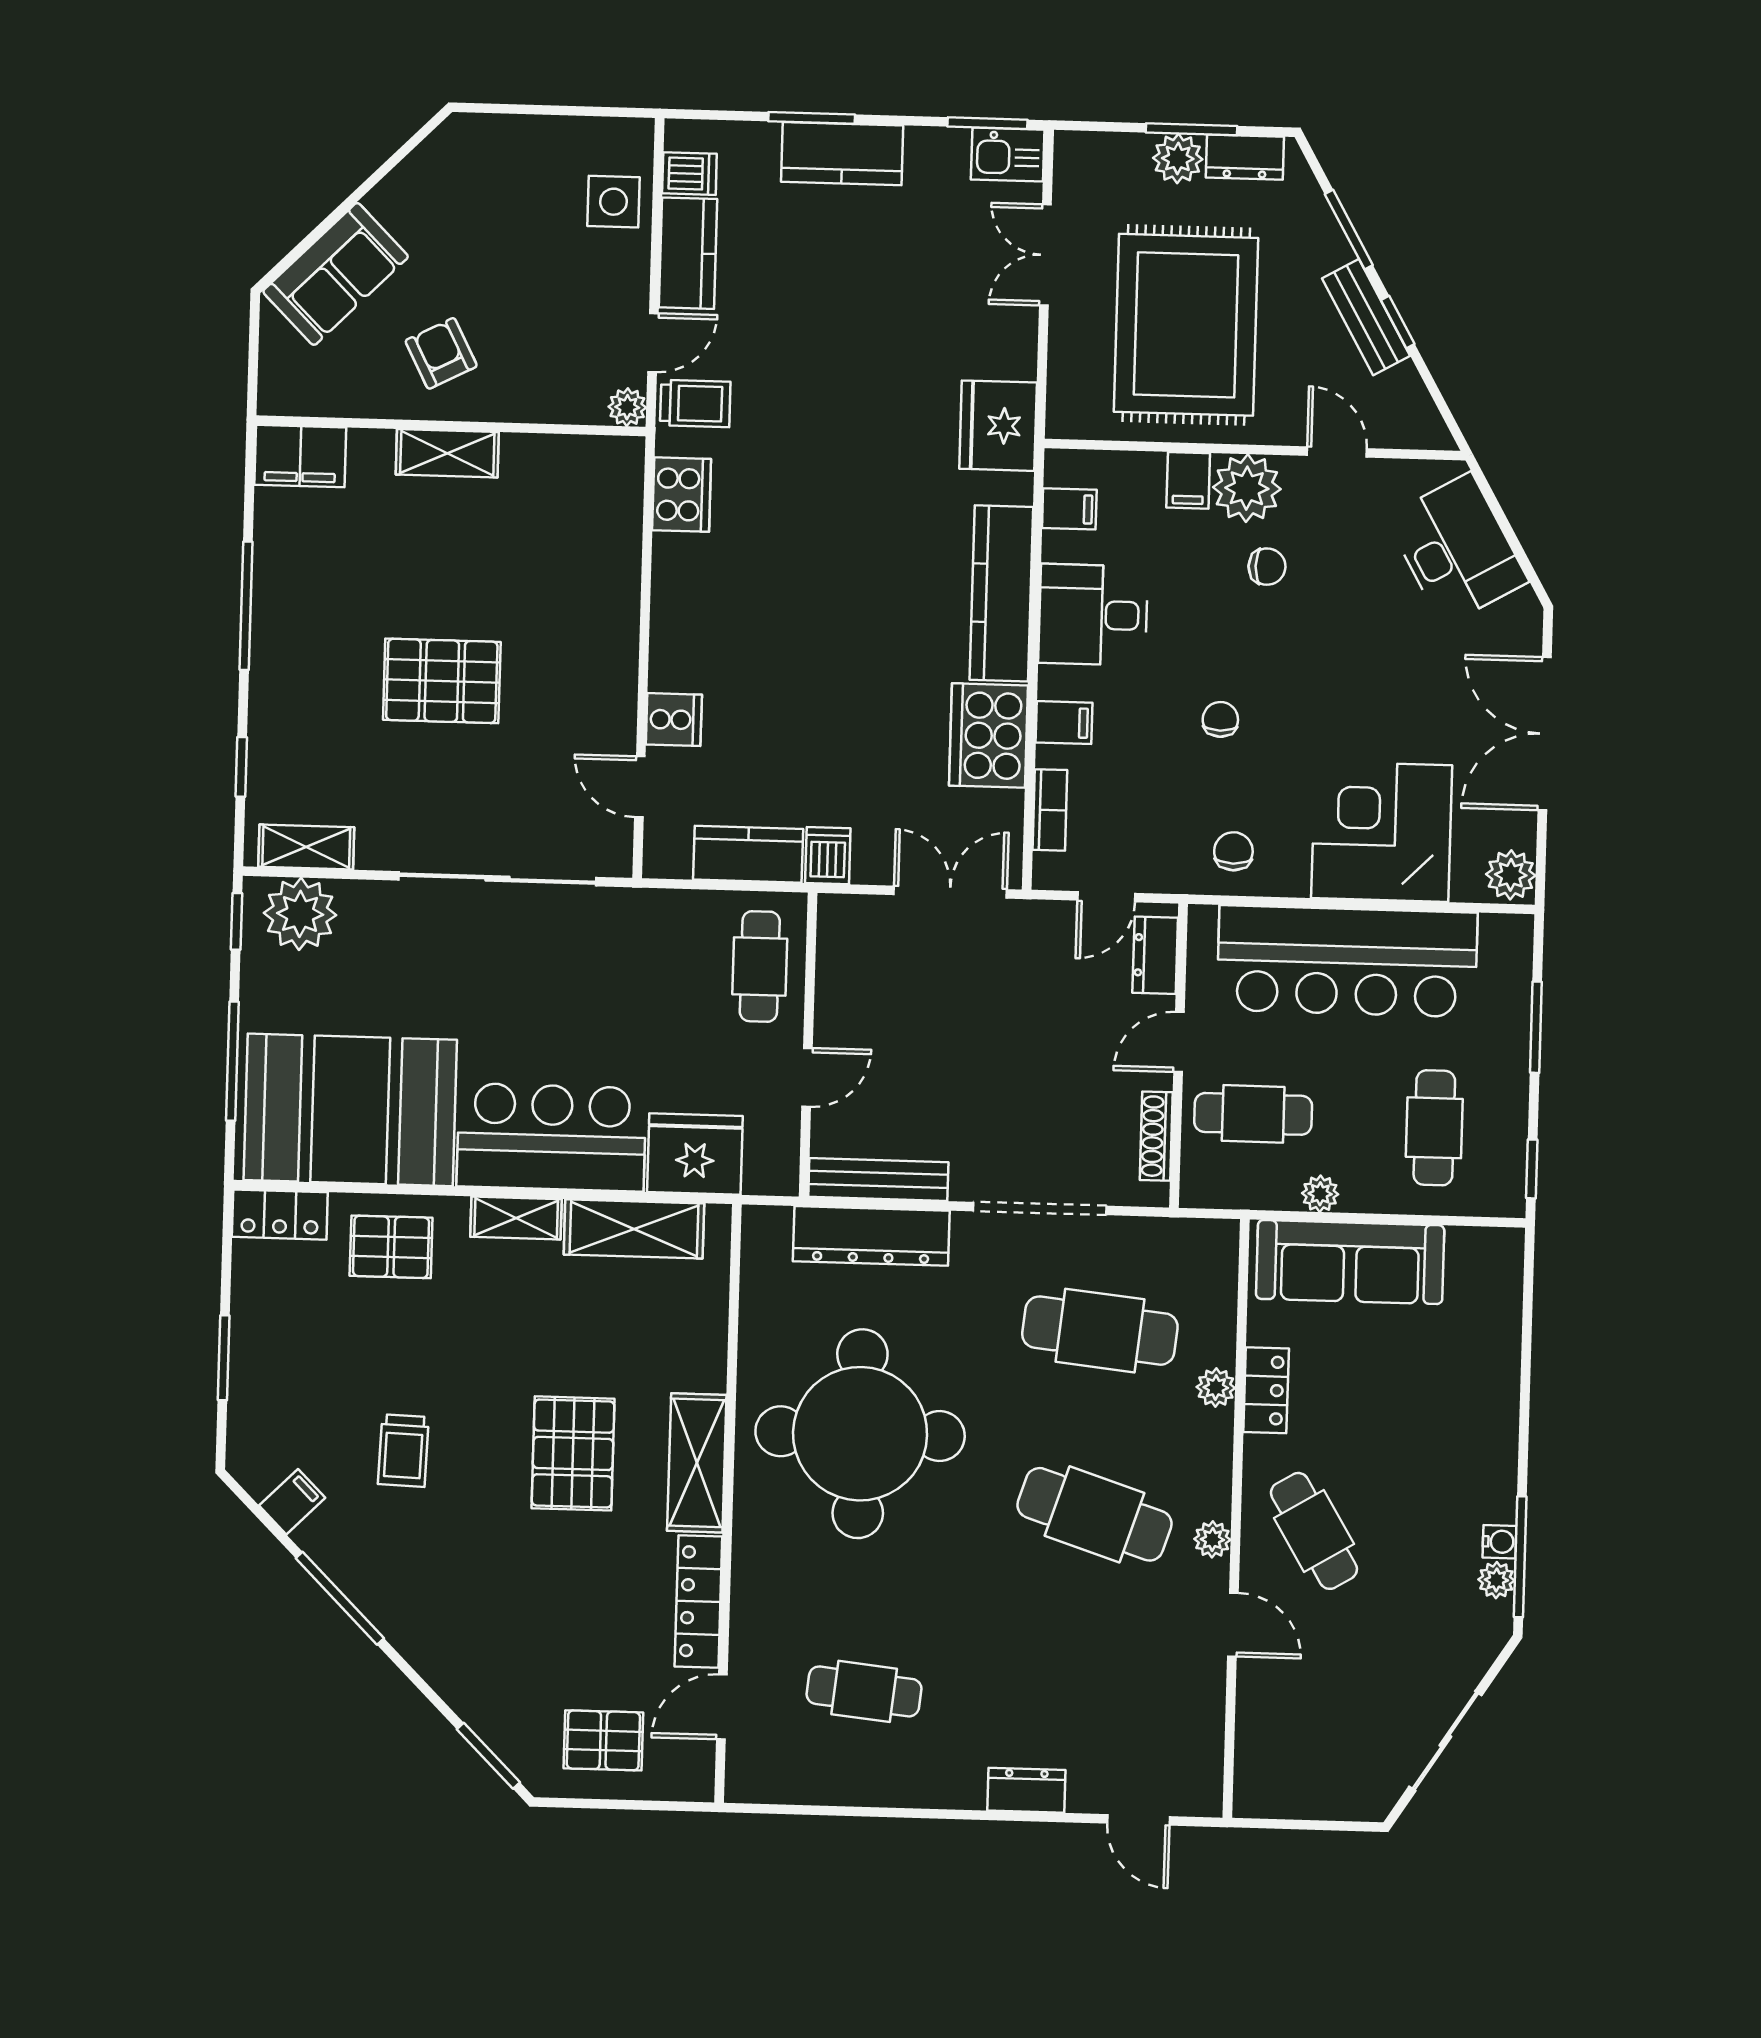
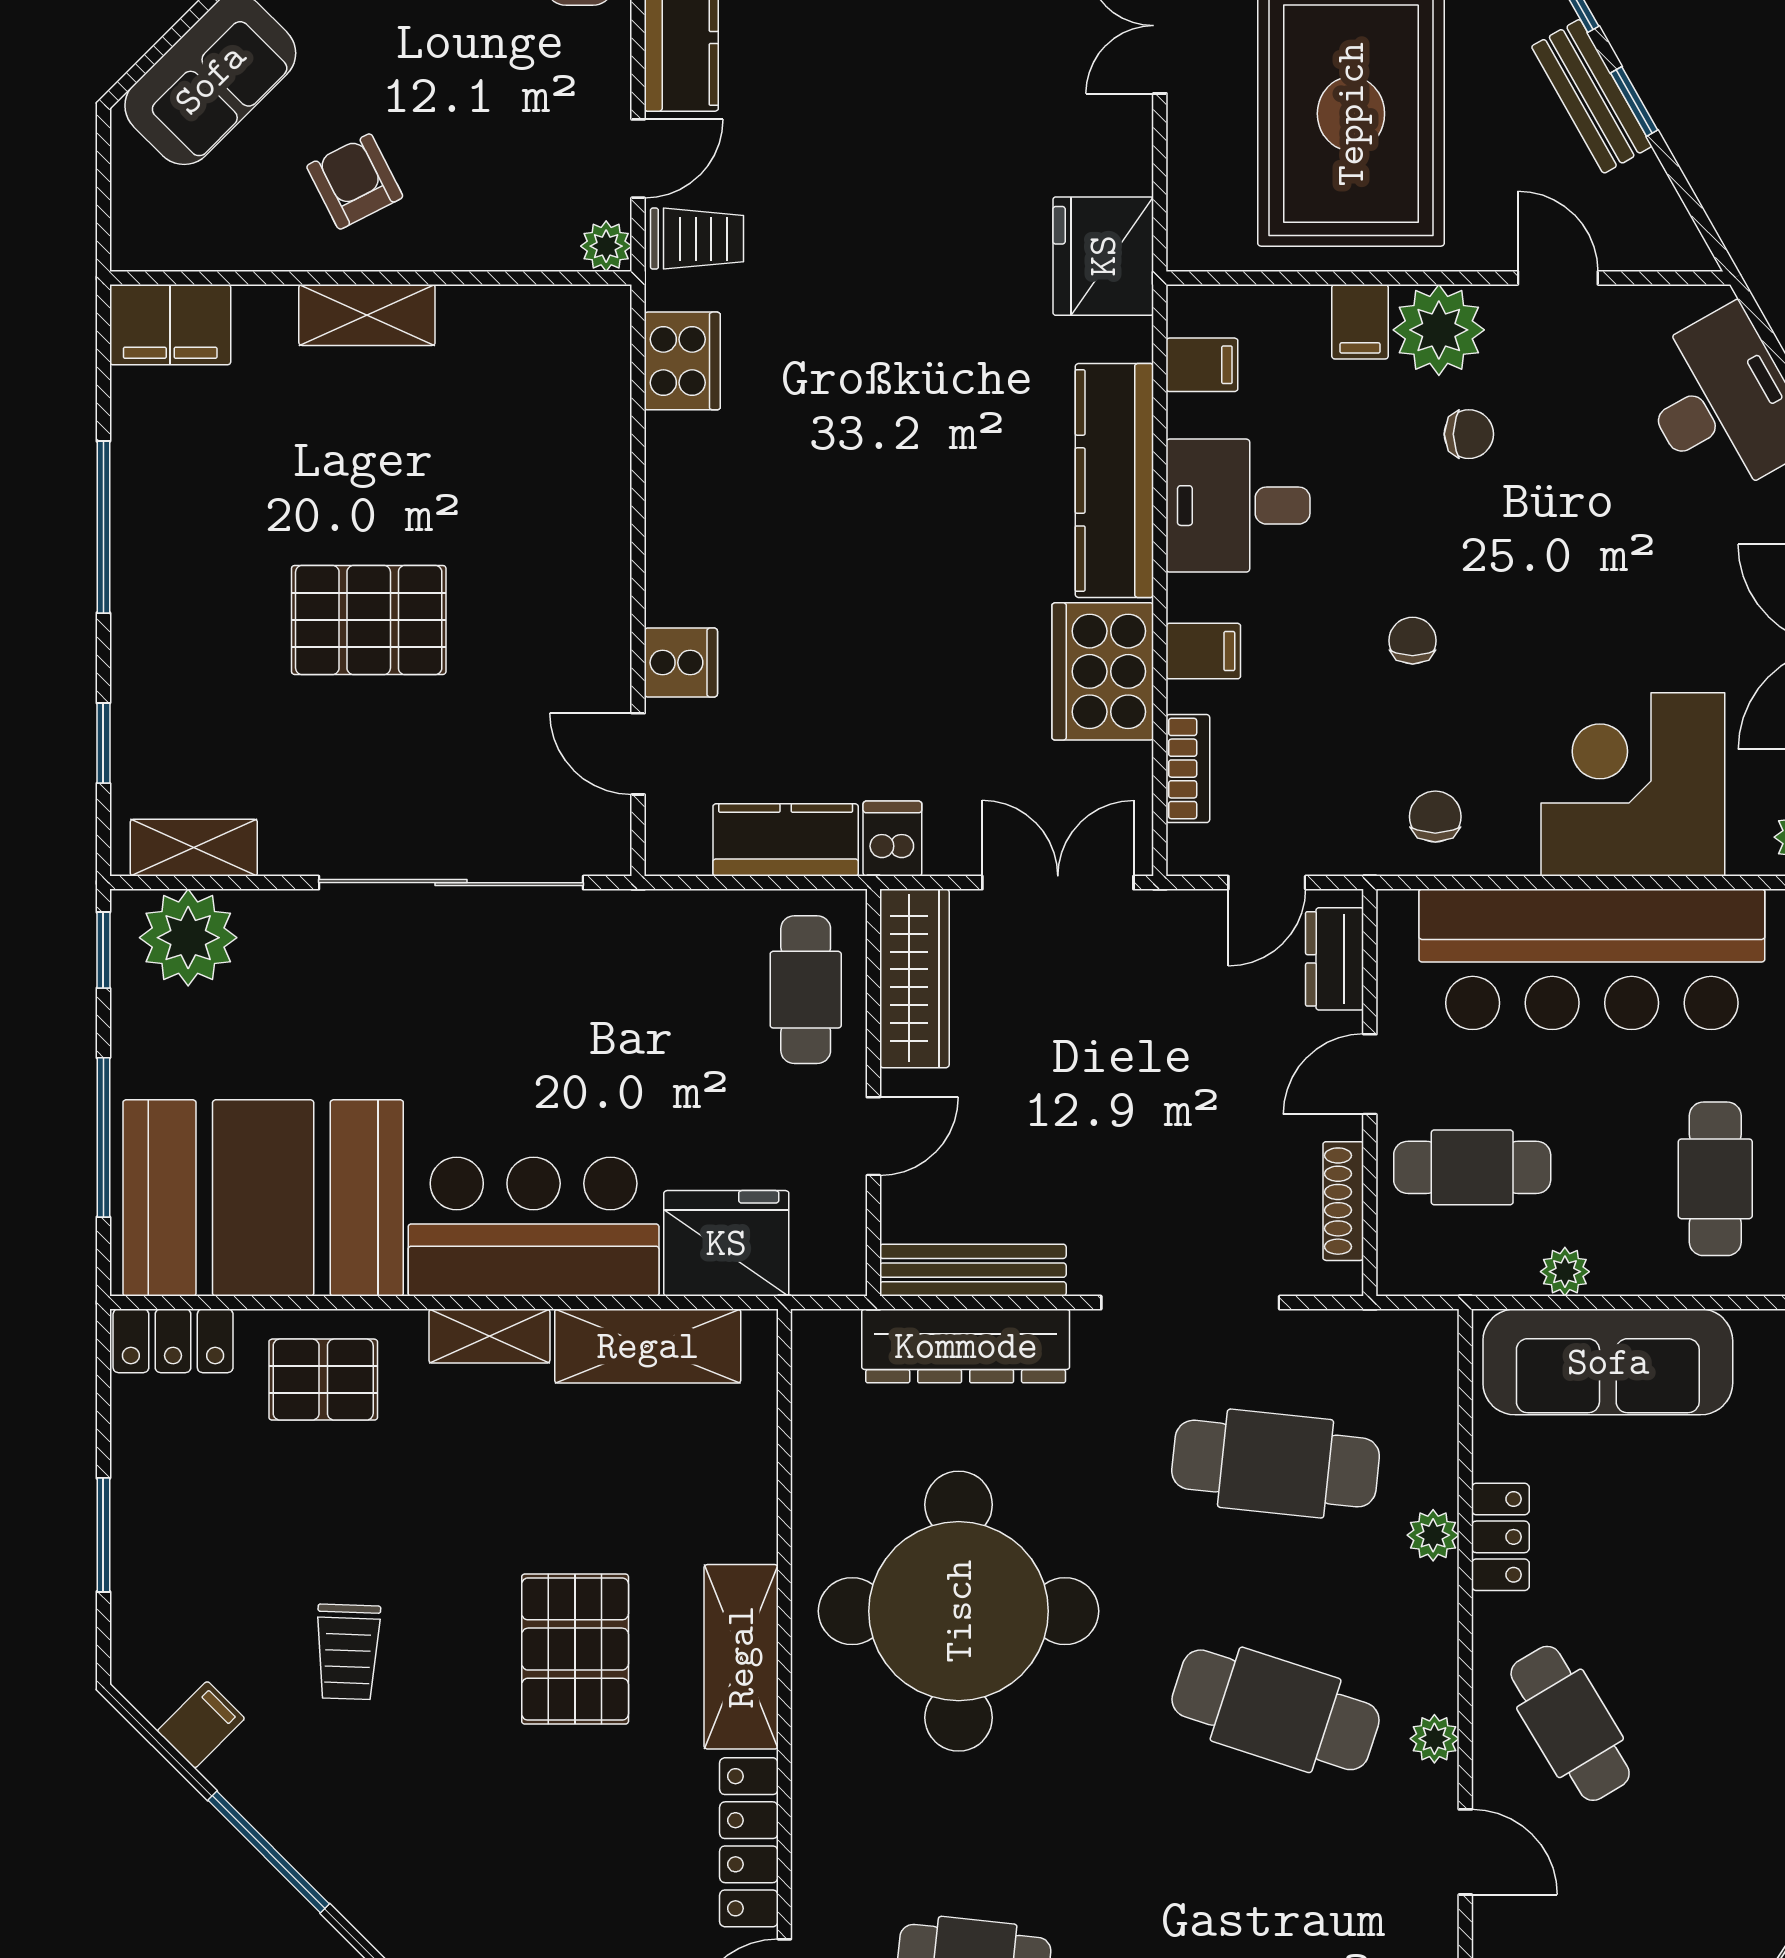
wardrobe: (841, 960) -> (914, 978), added

